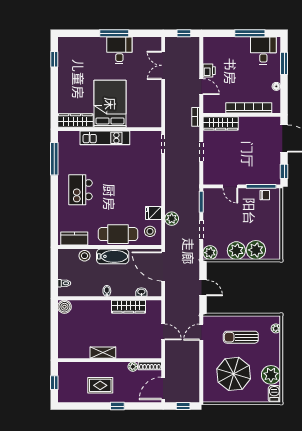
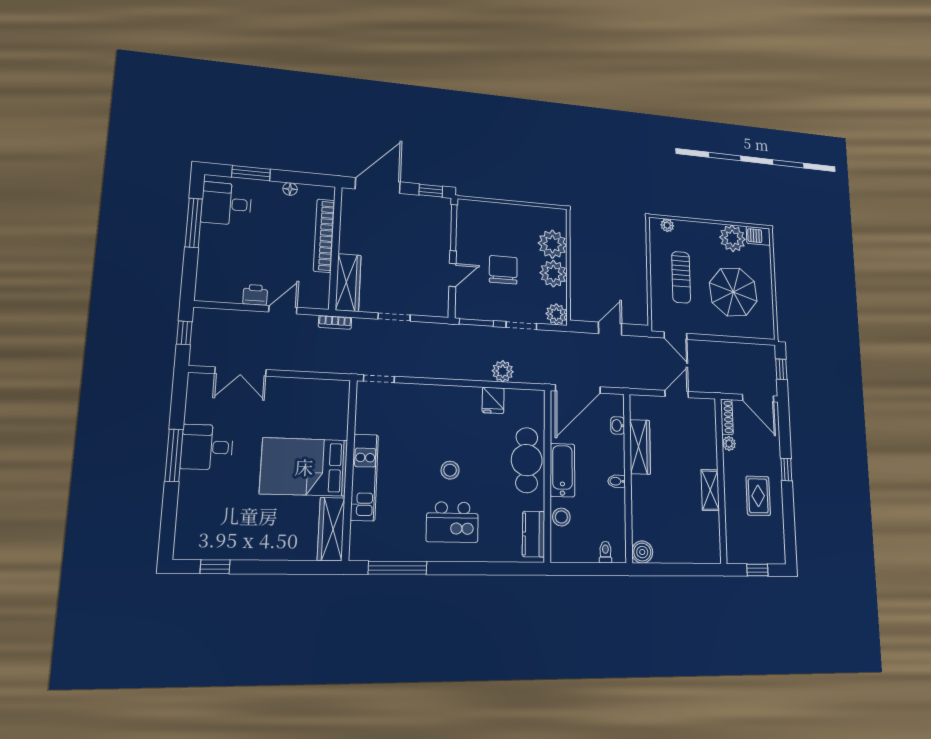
chair: (265, 195) -> (503, 270), moved, width x1.87, depth x1.87
stool: (150, 231) -> (450, 470), moved

